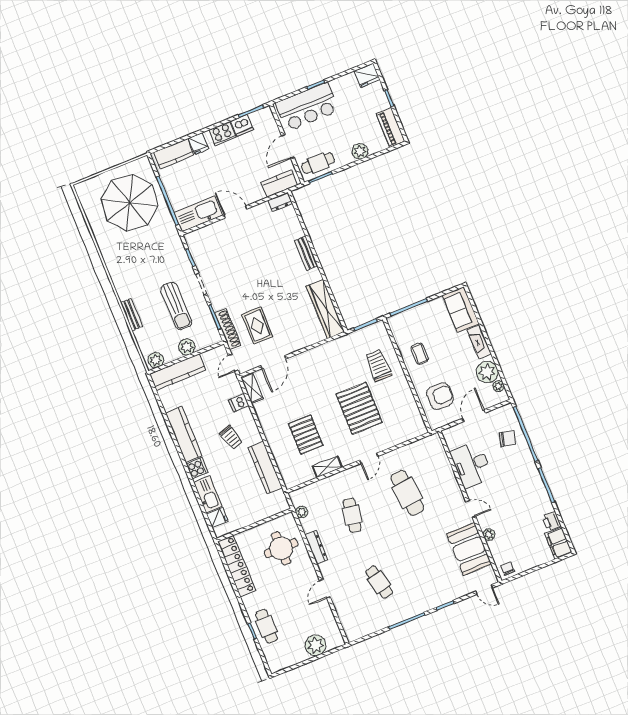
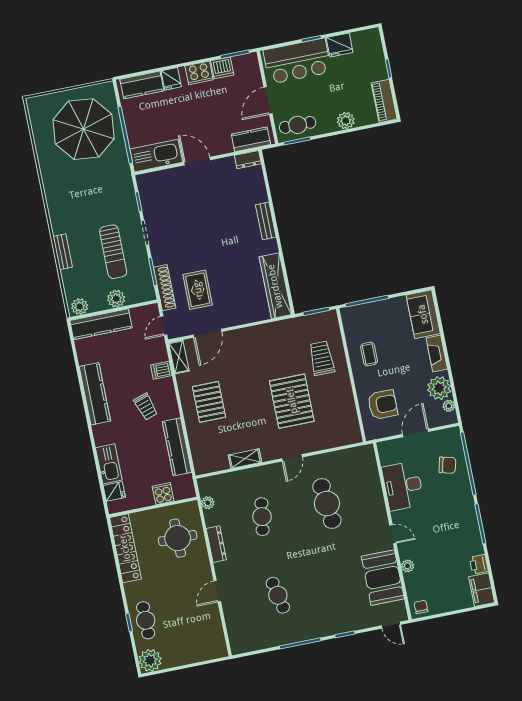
fridge: (367, 75) -> (340, 45), moved
pallet: (306, 435) -> (209, 402), moved
cooker: (197, 468) -> (163, 494), moved, turned -90
plant: (316, 645) -> (150, 660), moved

